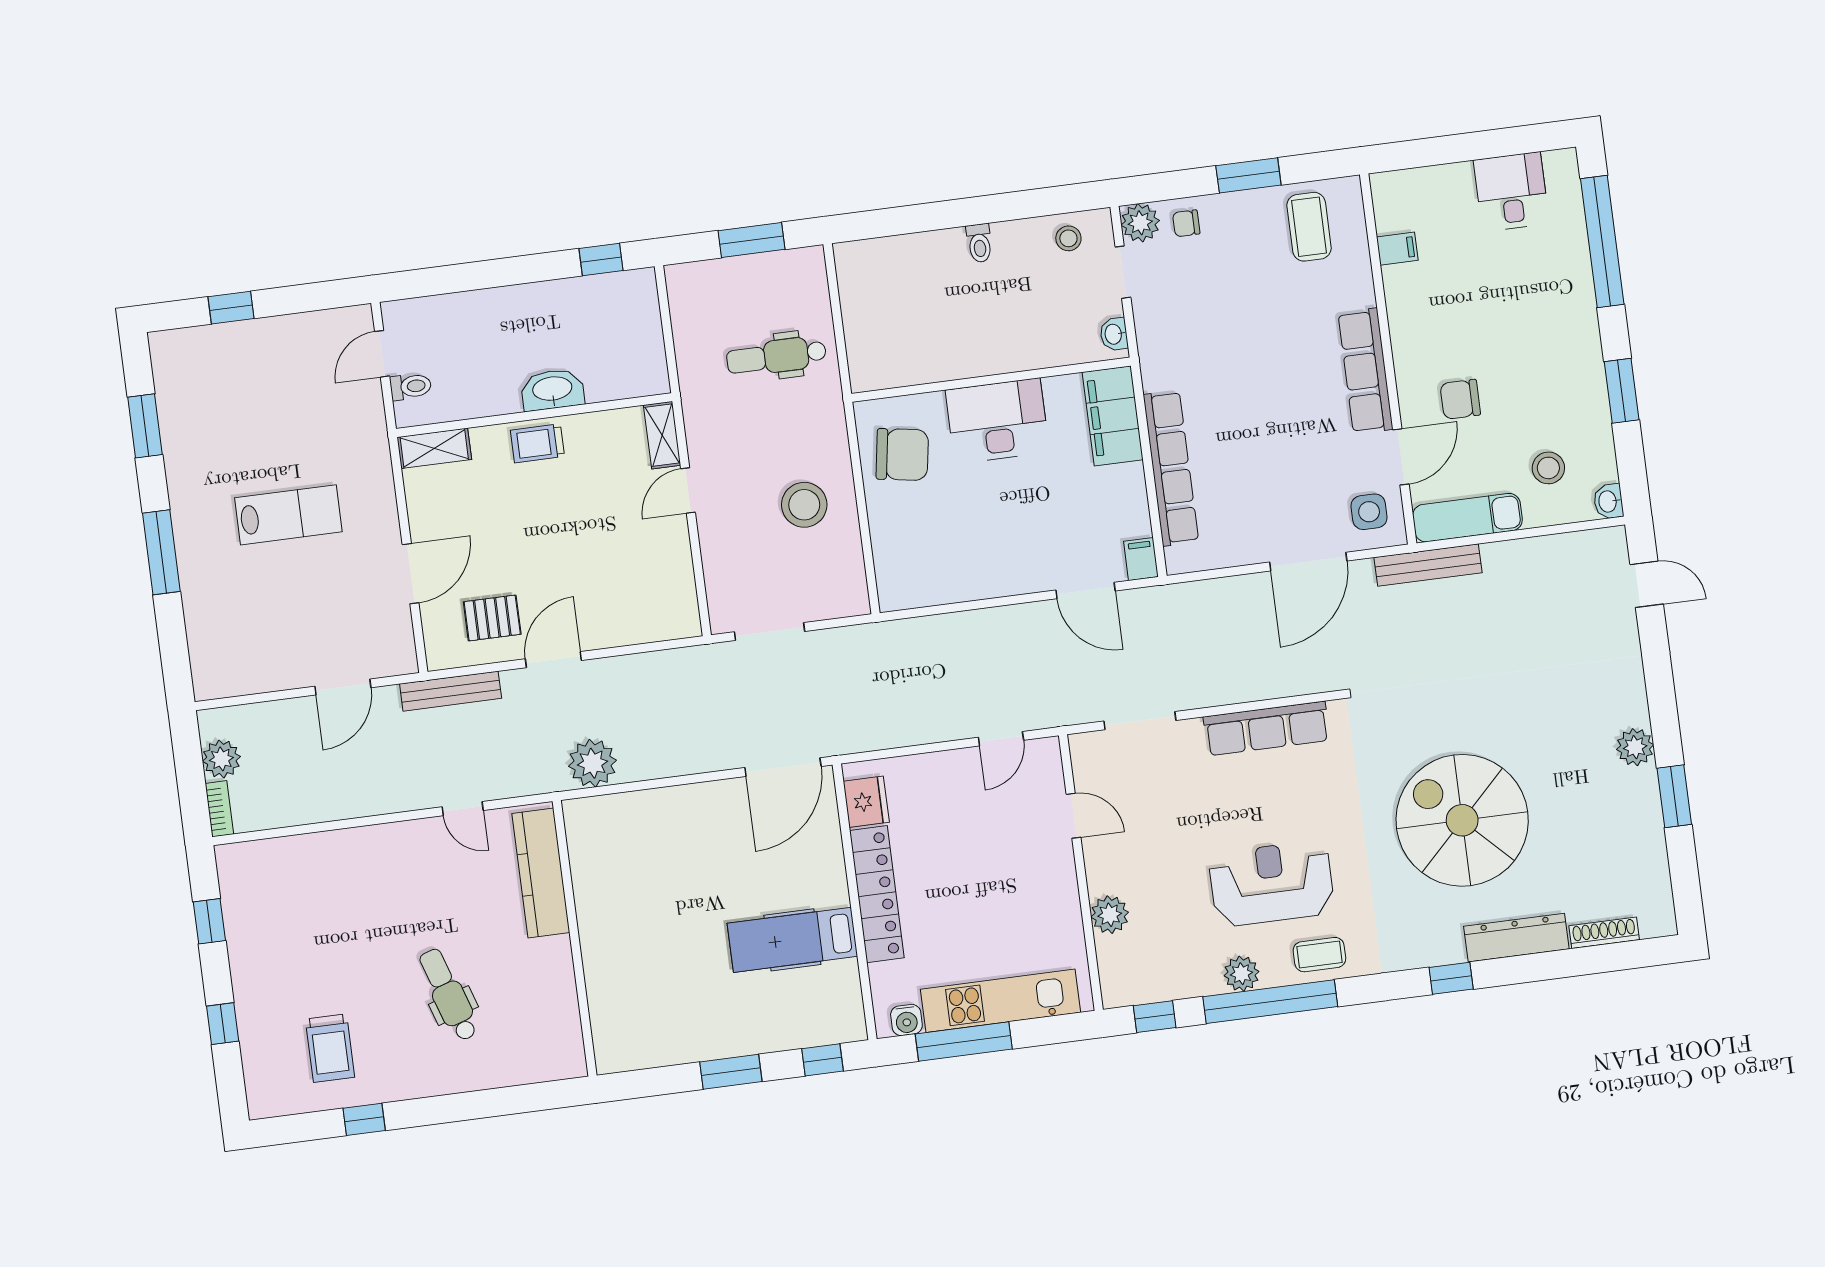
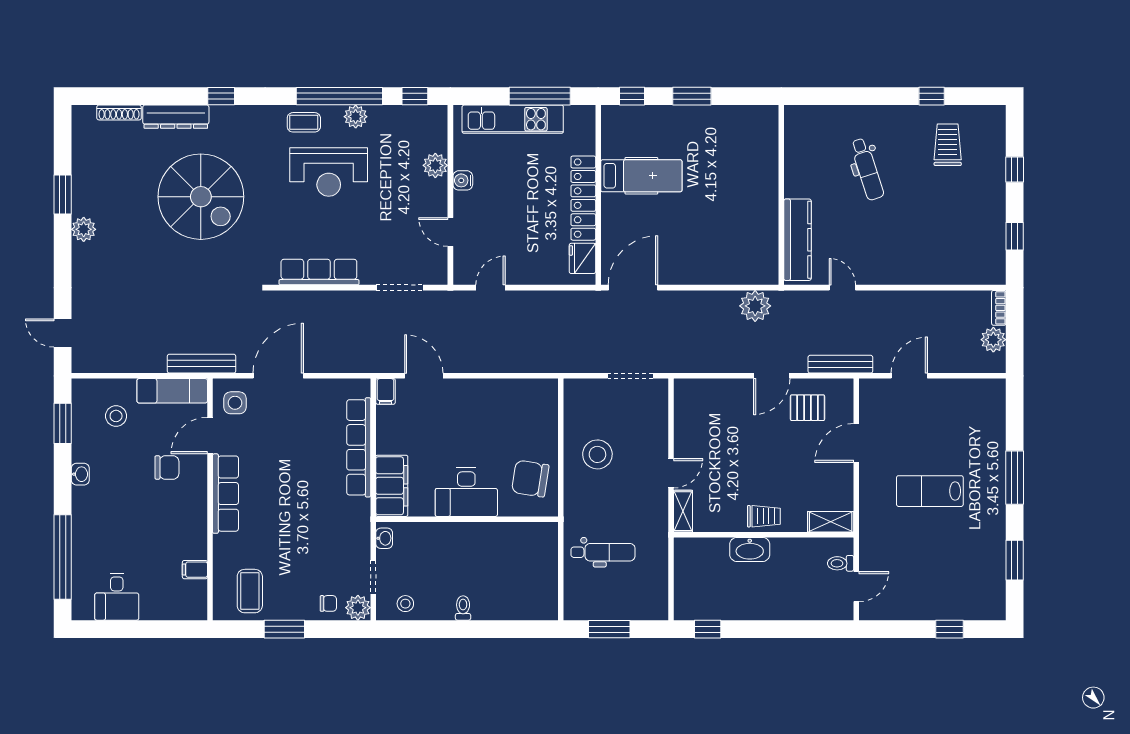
window: (1622, 391) -> (63, 423), moved
washbasin: (1608, 501) -> (80, 474), moved
water cooler: (906, 1020) -> (463, 180), moved, turned -90

